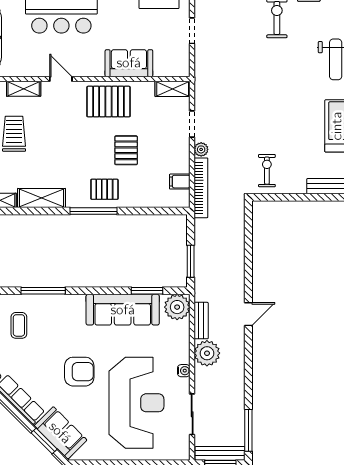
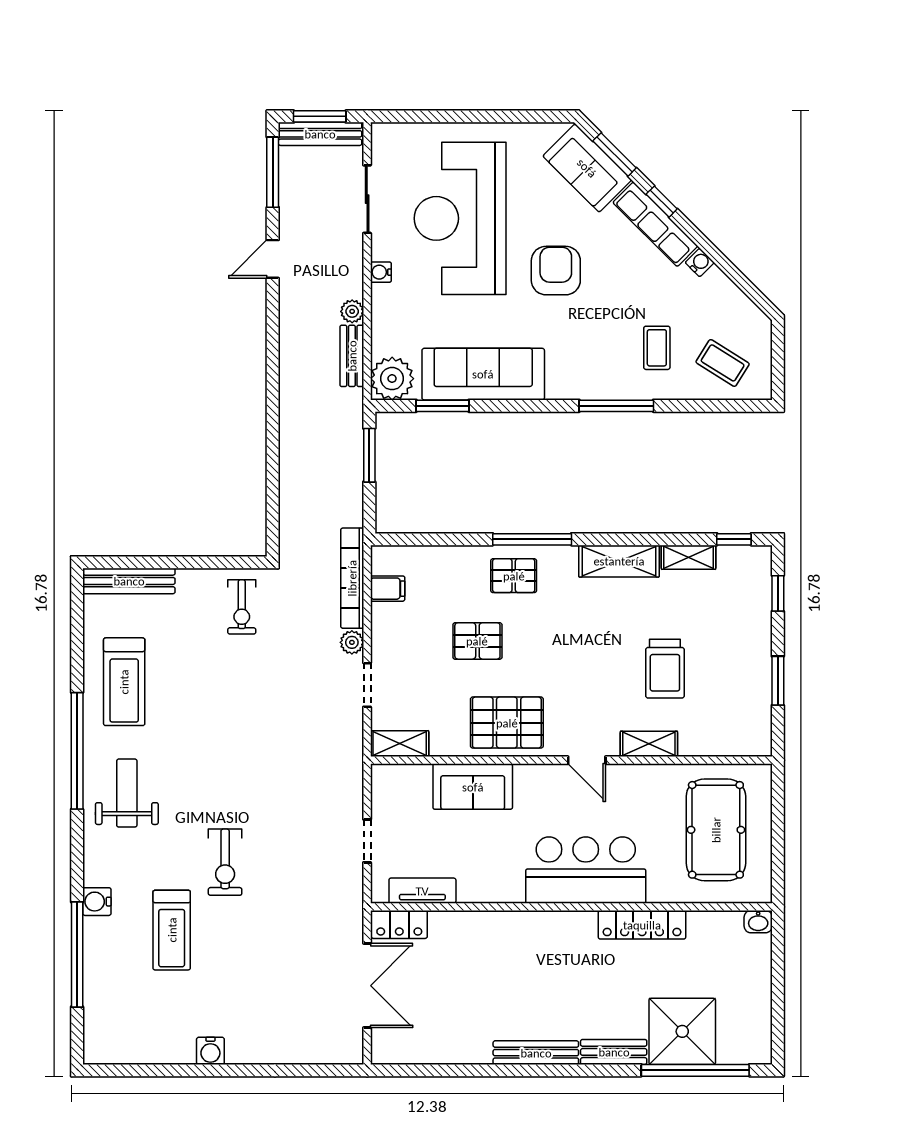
pallet: (126, 150) -> (477, 641), turned 90
door: (248, 314) -> (273, 259), moved
plant: (207, 353) -> (352, 311), width x0.53, depth x0.53
armchair: (79, 372) -> (556, 271), turned 90
window: (16, 413) -> (662, 202), added

